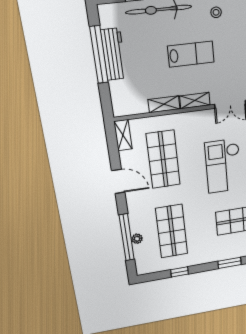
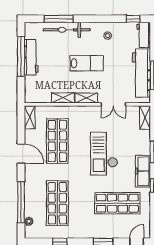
plant: (137, 239) -> (29, 221), moved

